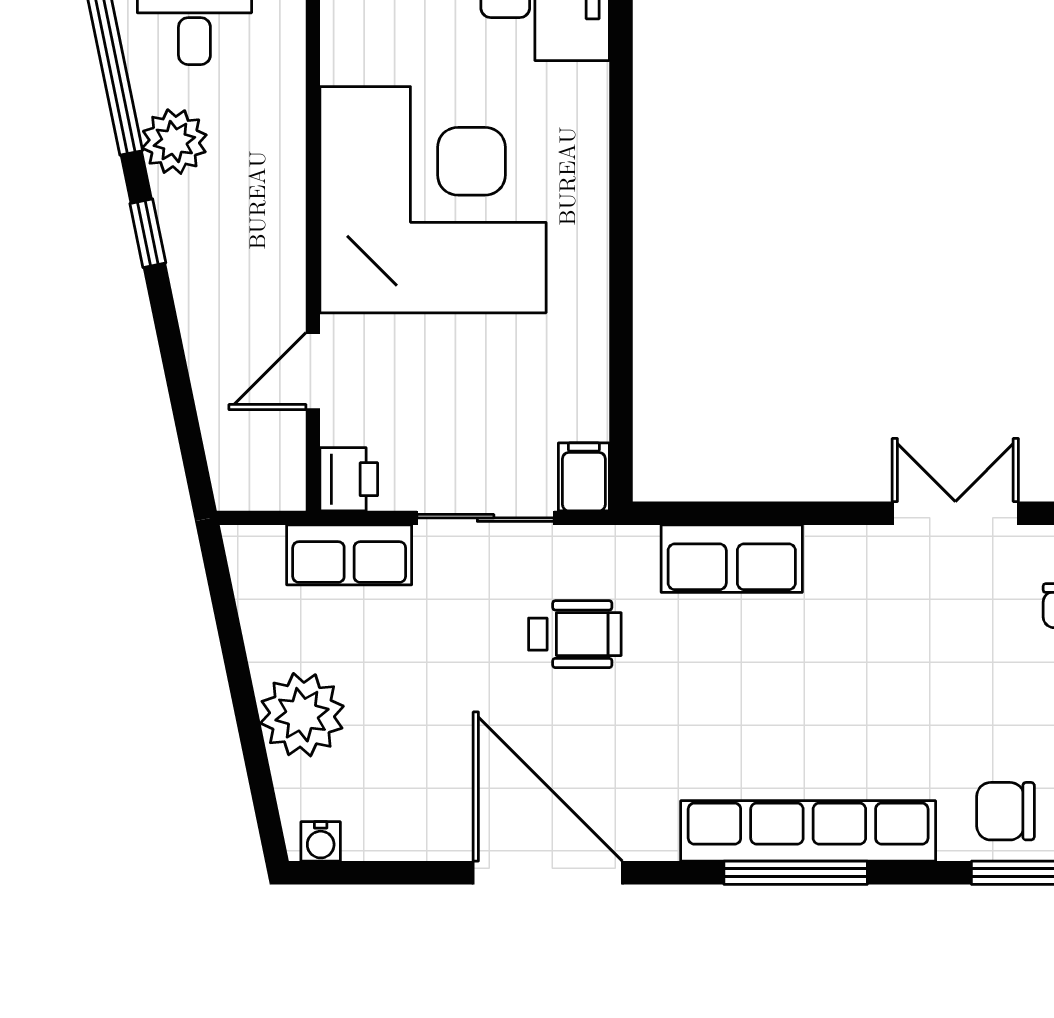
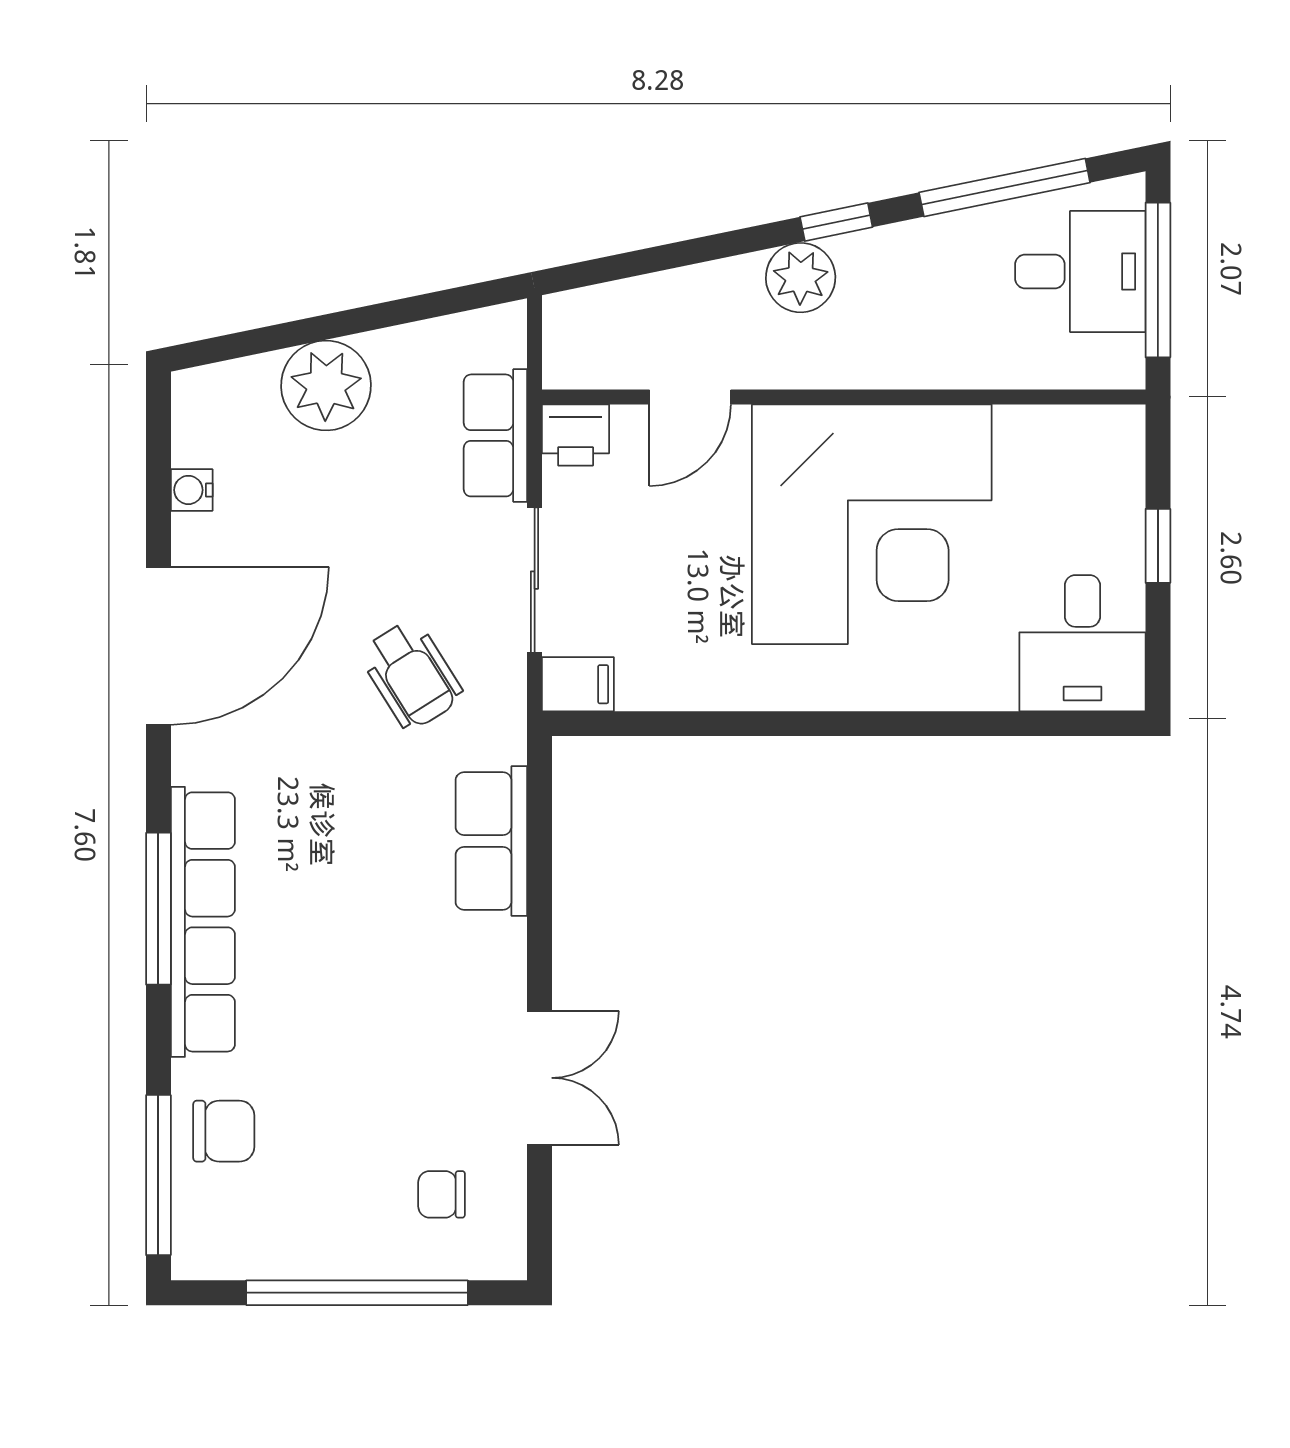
plant: (174, 142) -> (801, 278), moved
door: (313, 371) -> (690, 397), swing flipped
wheelchair: (575, 634) -> (411, 675), turned -32
chair: (1006, 811) -> (224, 1131), turned 90
water cooler: (321, 841) -> (192, 490), moved

